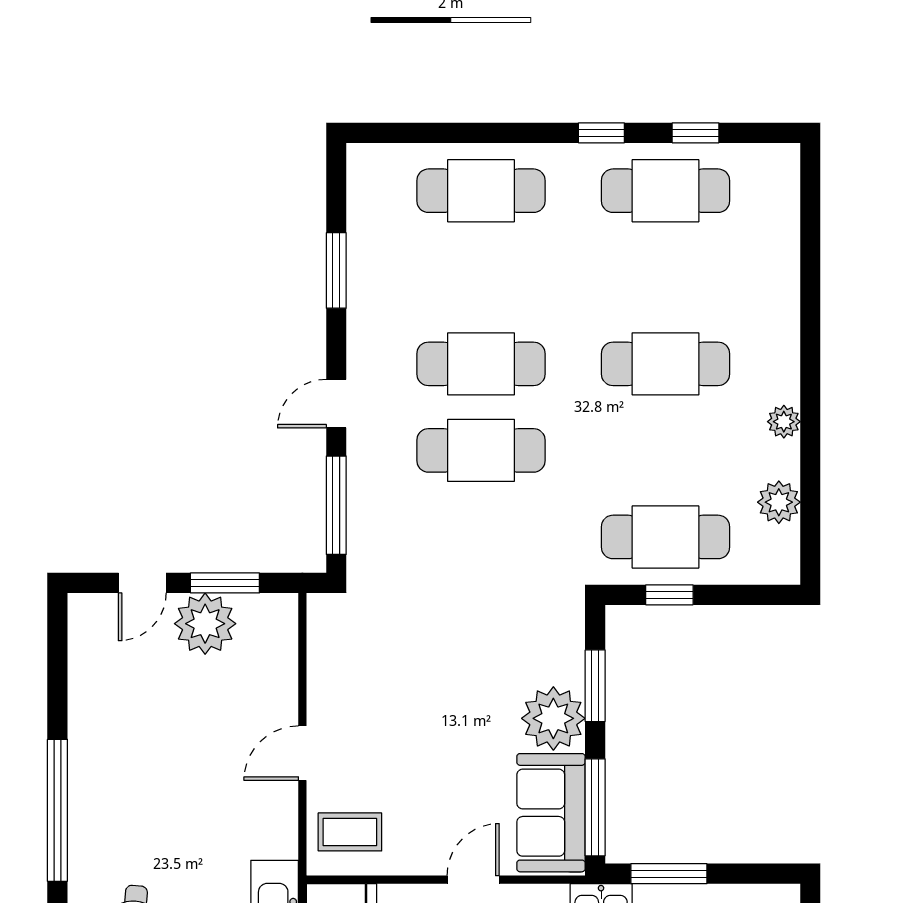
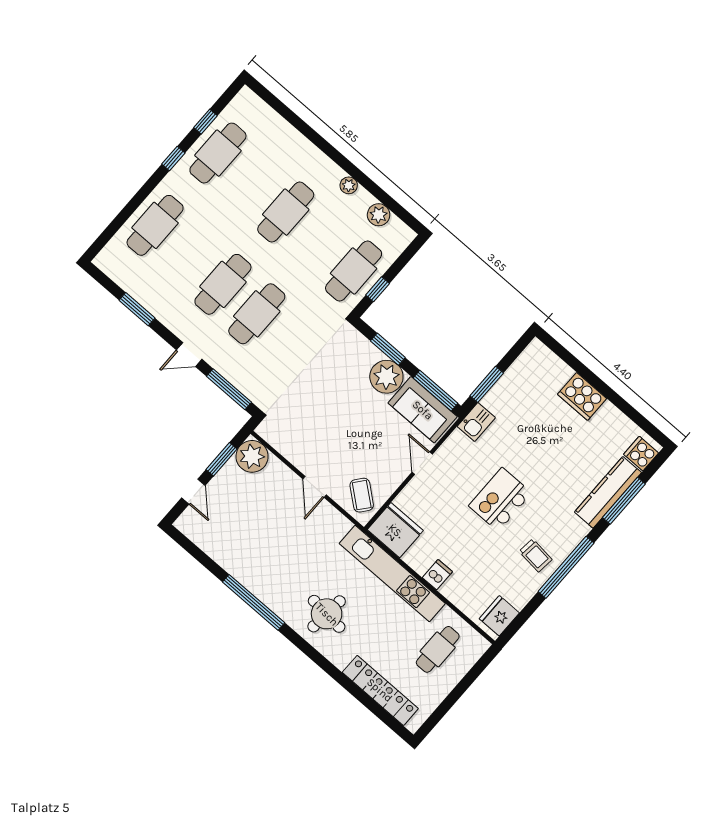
door: (336, 404) -> (189, 355), hinge flipped
plant: (205, 624) -> (252, 456), moved
coffee table: (350, 832) -> (362, 495), turned -51

